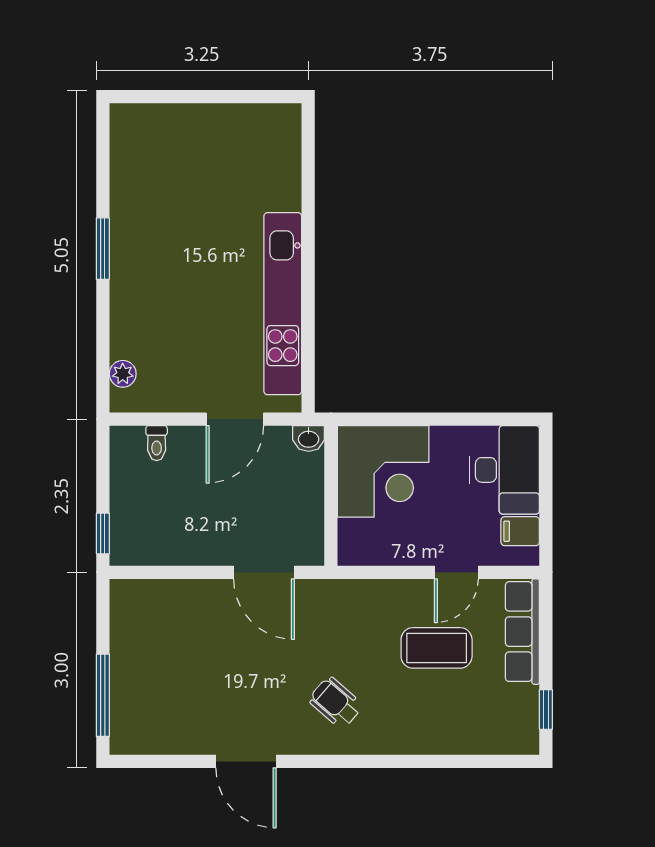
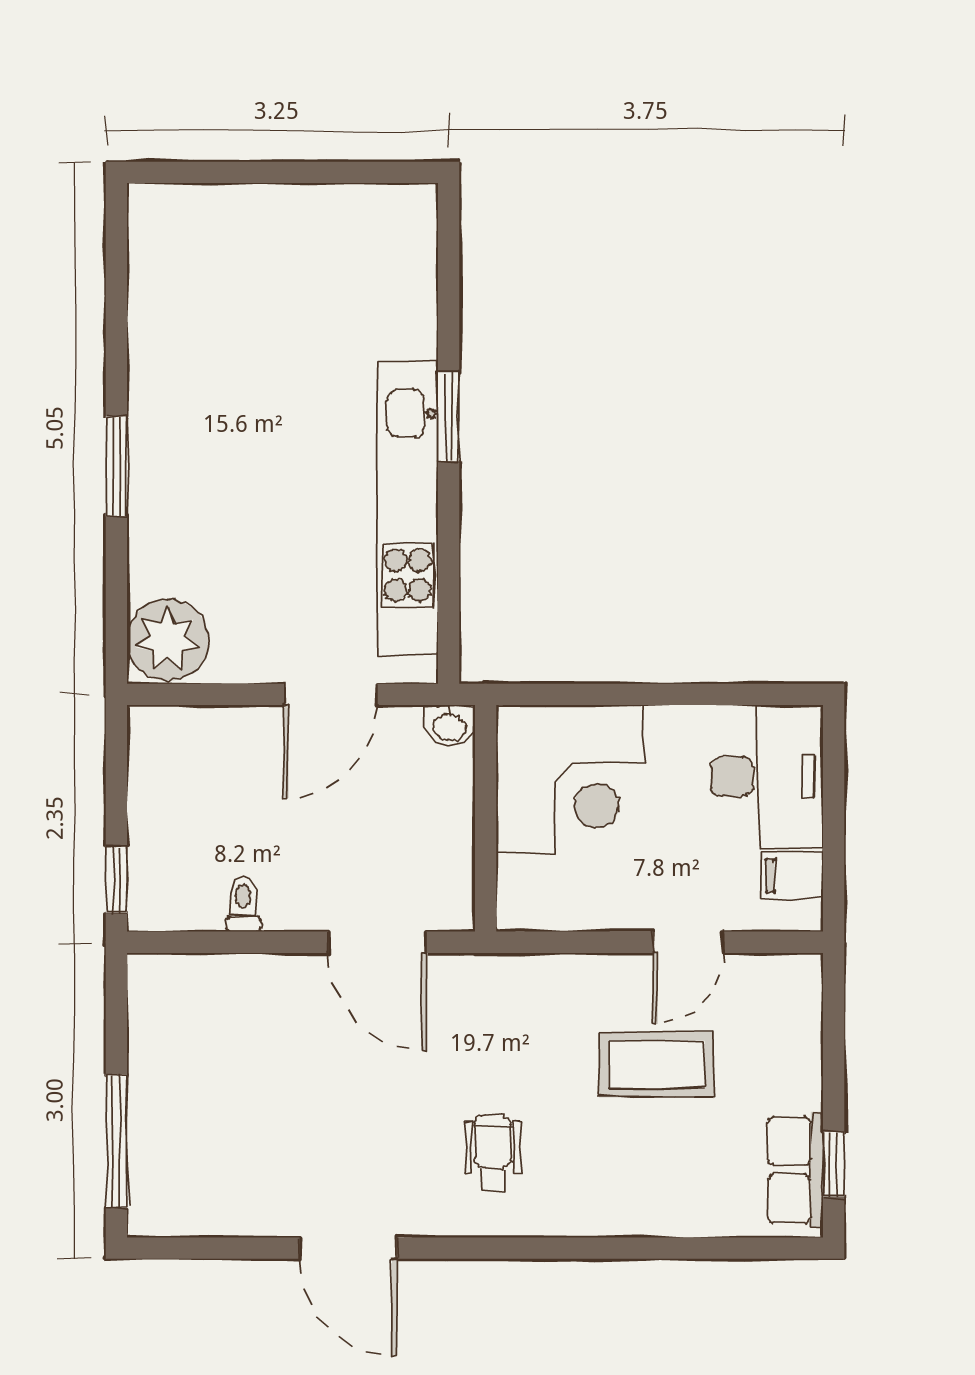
window: (308, 248) -> (449, 417), added
window: (103, 249) -> (116, 466), moved
plant: (123, 374) -> (168, 640), width x1.87, depth x1.87
toilet: (157, 443) -> (244, 903), moved, turned 180
row of seats: (522, 632) -> (795, 1170), moved, width x0.68
wheelchair: (336, 703) -> (493, 1153), turned 49

